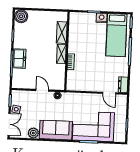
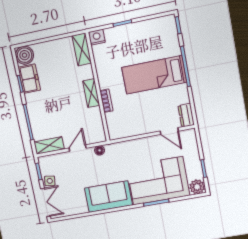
nightstand: (102, 18) -> (97, 37), moved
shelving: (62, 33) -> (82, 49), moved
bed: (116, 35) -> (154, 75), moved, turned 90
freezer: (19, 59) -> (29, 79), moved
shelving: (22, 84) -> (49, 145), added
door: (42, 90) -> (78, 148), hinge flipped
plant: (33, 133) -> (197, 187), moved

